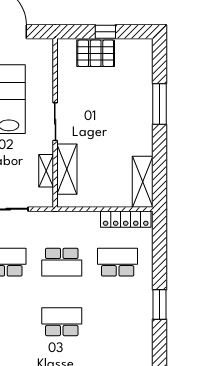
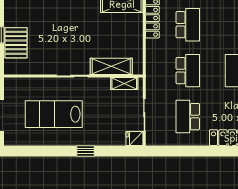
shelving: (46, 171) -> (124, 83), moved
school desk: (118, 262) -> (188, 25), turned 180

